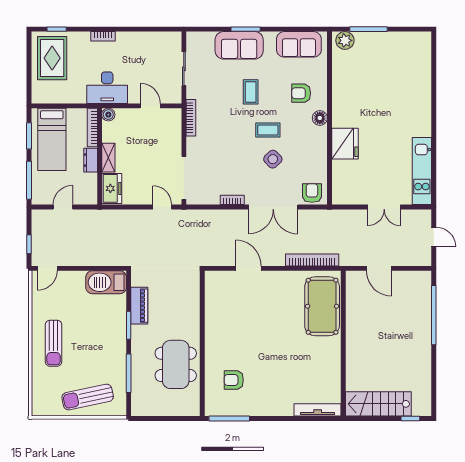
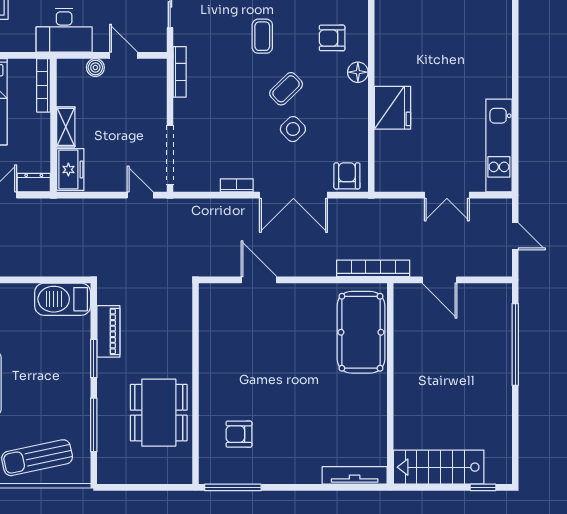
boiler: (108, 115) -> (95, 67), moved
coffee table: (268, 130) -> (286, 89), turned -44
dresser: (91, 160) -> (34, 183), moved, turned 90
bookcase: (312, 260) -> (373, 268), moved

